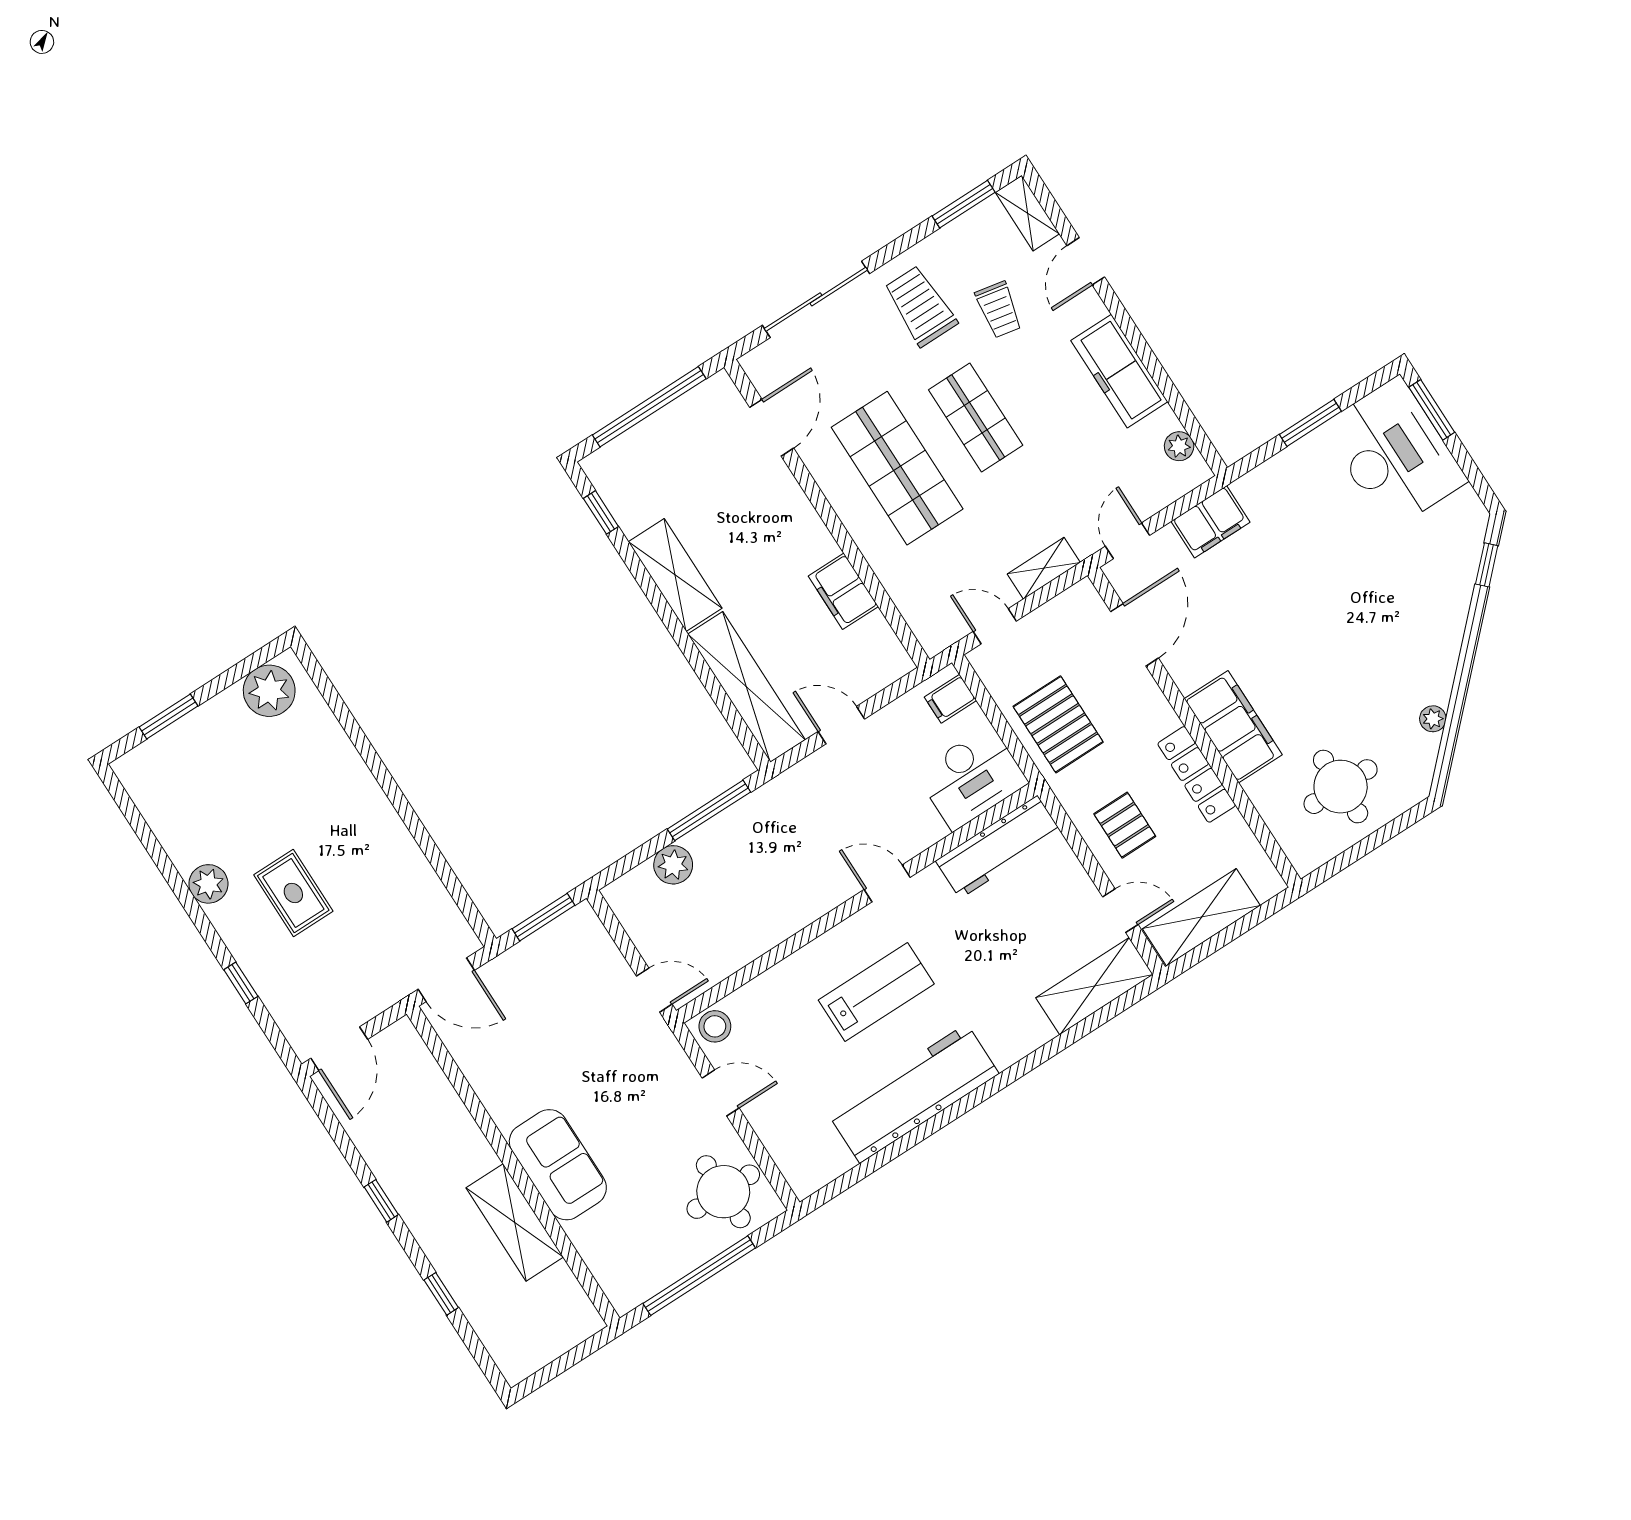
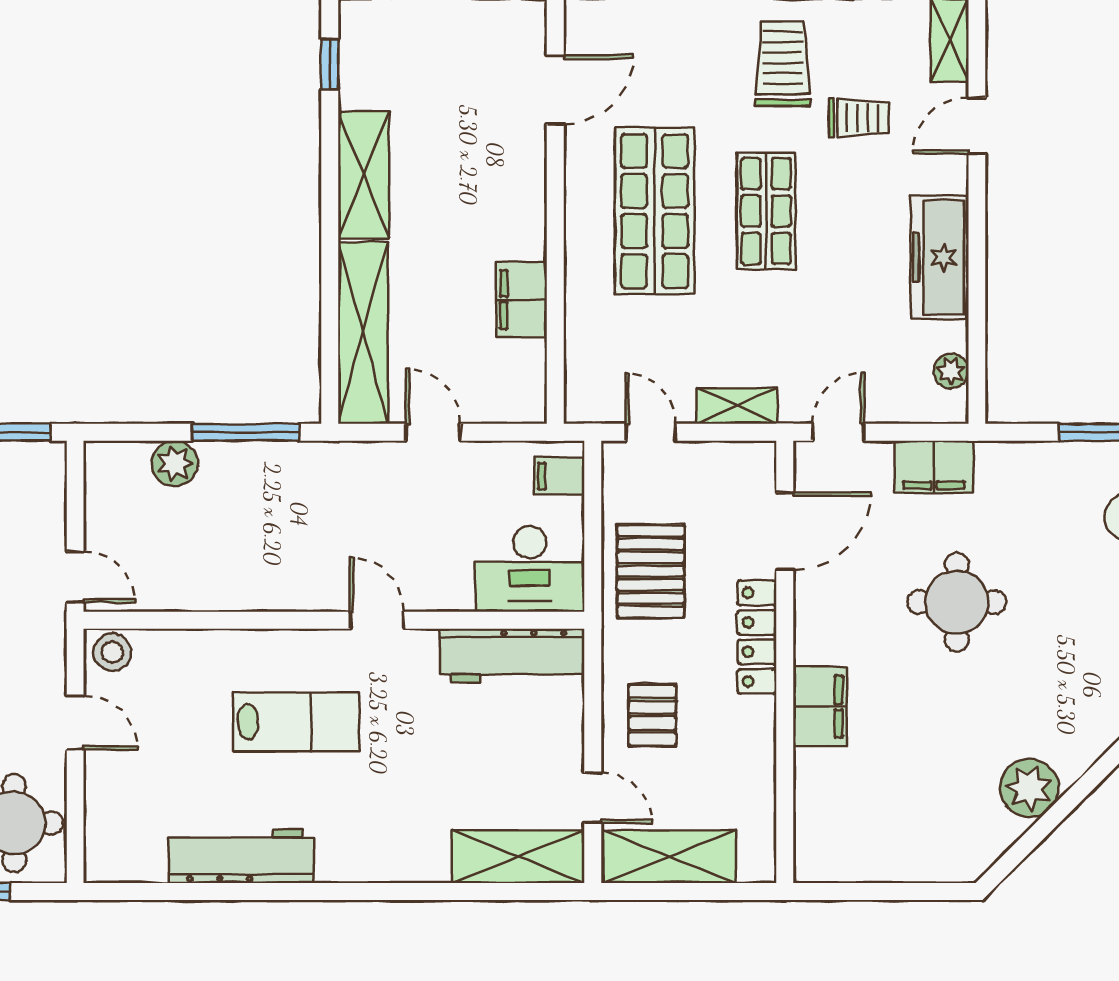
trolley: (999, 310) -> (859, 118), turned -101
plant: (1433, 719) -> (1029, 788), width x1.88, depth x1.88
filing cabinet: (1233, 727) -> (820, 707), width x0.67, depth x0.86
locker: (1197, 774) -> (757, 637), moved
round table: (1341, 787) -> (957, 602), moved
workbench: (913, 1093) -> (241, 856), width x0.73, depth x0.76

